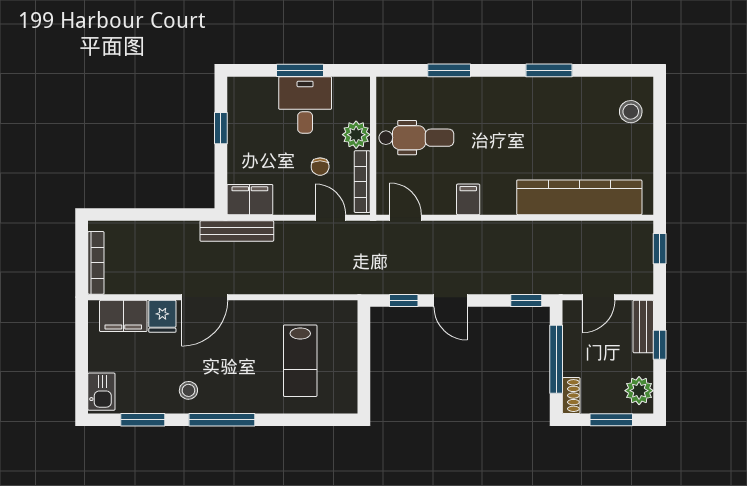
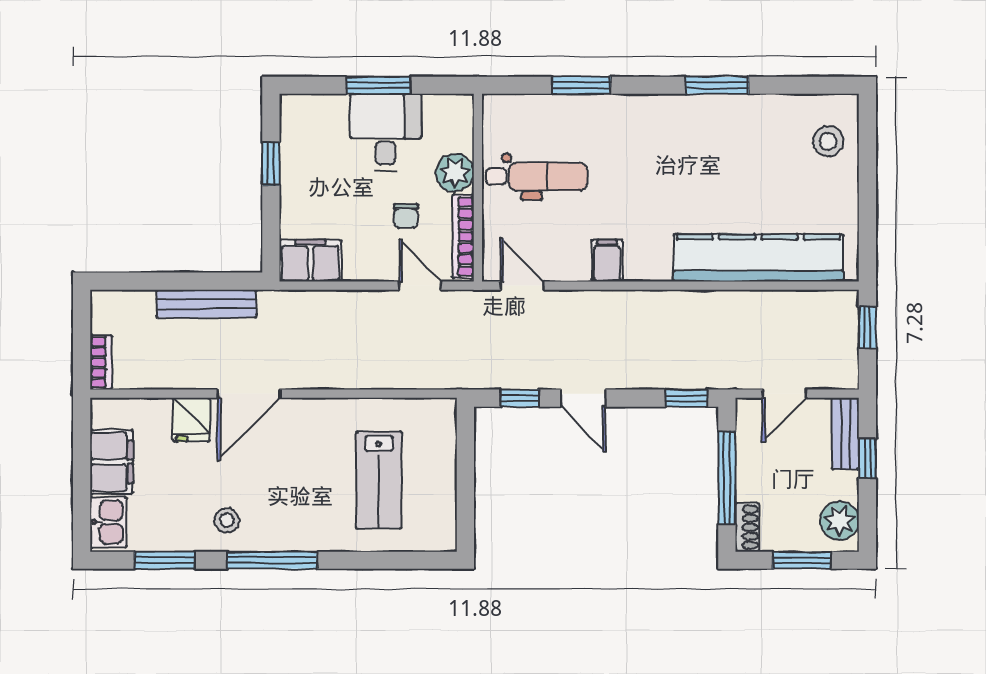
bench: (237, 231) -> (206, 304), moved
bookcase: (96, 263) -> (101, 362), width x0.64
filing cabinet: (123, 316) -> (111, 462), moved, turned -90

